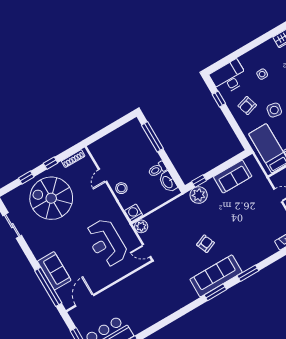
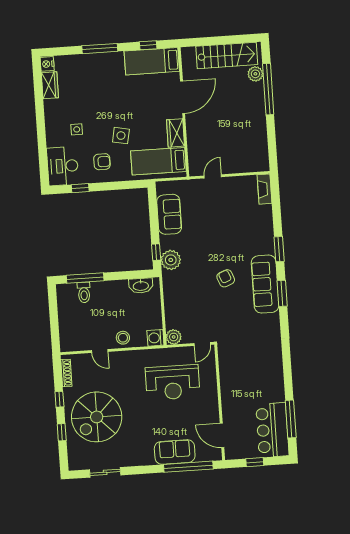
armchair: (247, 106) -> (102, 162), turned -73
toilet: (157, 169) -> (84, 292), moved

